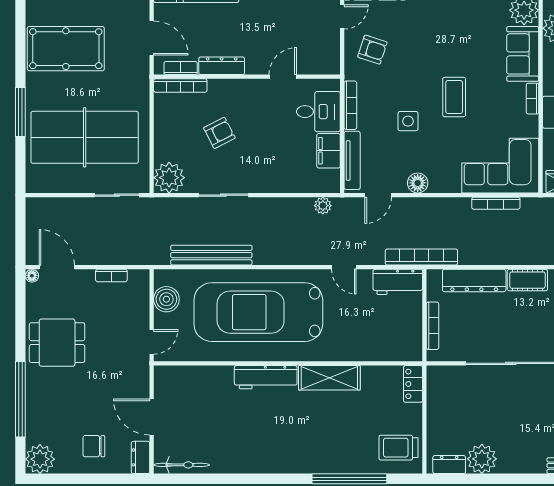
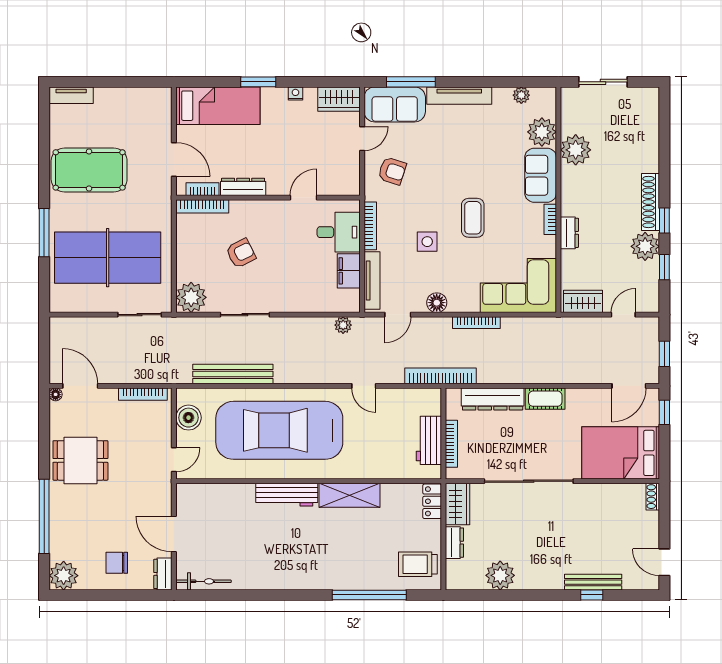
bookcase: (496, 203) -> (476, 323), moved
bookcase: (111, 275) -> (143, 394), width x1.56
workbench: (398, 282) -> (429, 440), moved, turned 90
wardrobe: (439, 387) -> (458, 504), added
dresser: (449, 465) -> (454, 543), moved, turned 90

